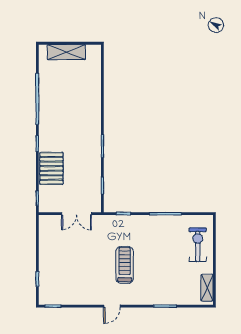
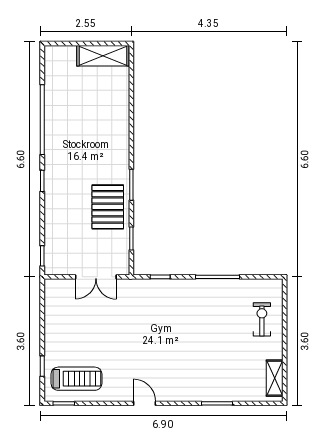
shelving: (66, 52) -> (103, 56), moved
pallet: (51, 168) -> (108, 207), moved
exercise bike: (198, 245) -> (262, 319), width x0.73, depth x0.72
treadmill: (125, 265) -> (76, 379), moved, turned 90
door: (112, 306) -> (145, 403), swing flipped

